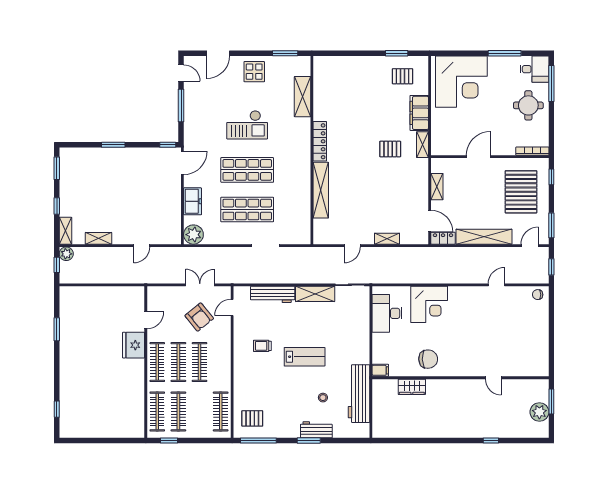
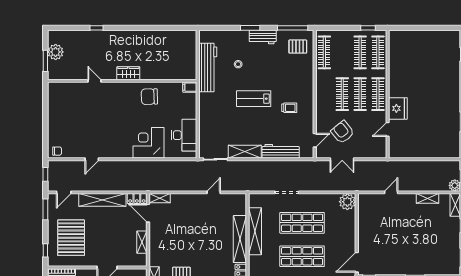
shelving: (303, 200) -> (255, 231), added
freezer: (193, 201) -> (348, 230), removed
shelving: (387, 239) -> (160, 198), moved
wardrobe: (412, 387) -> (128, 73), moved
workbench: (316, 430) -> (263, 37), moved

